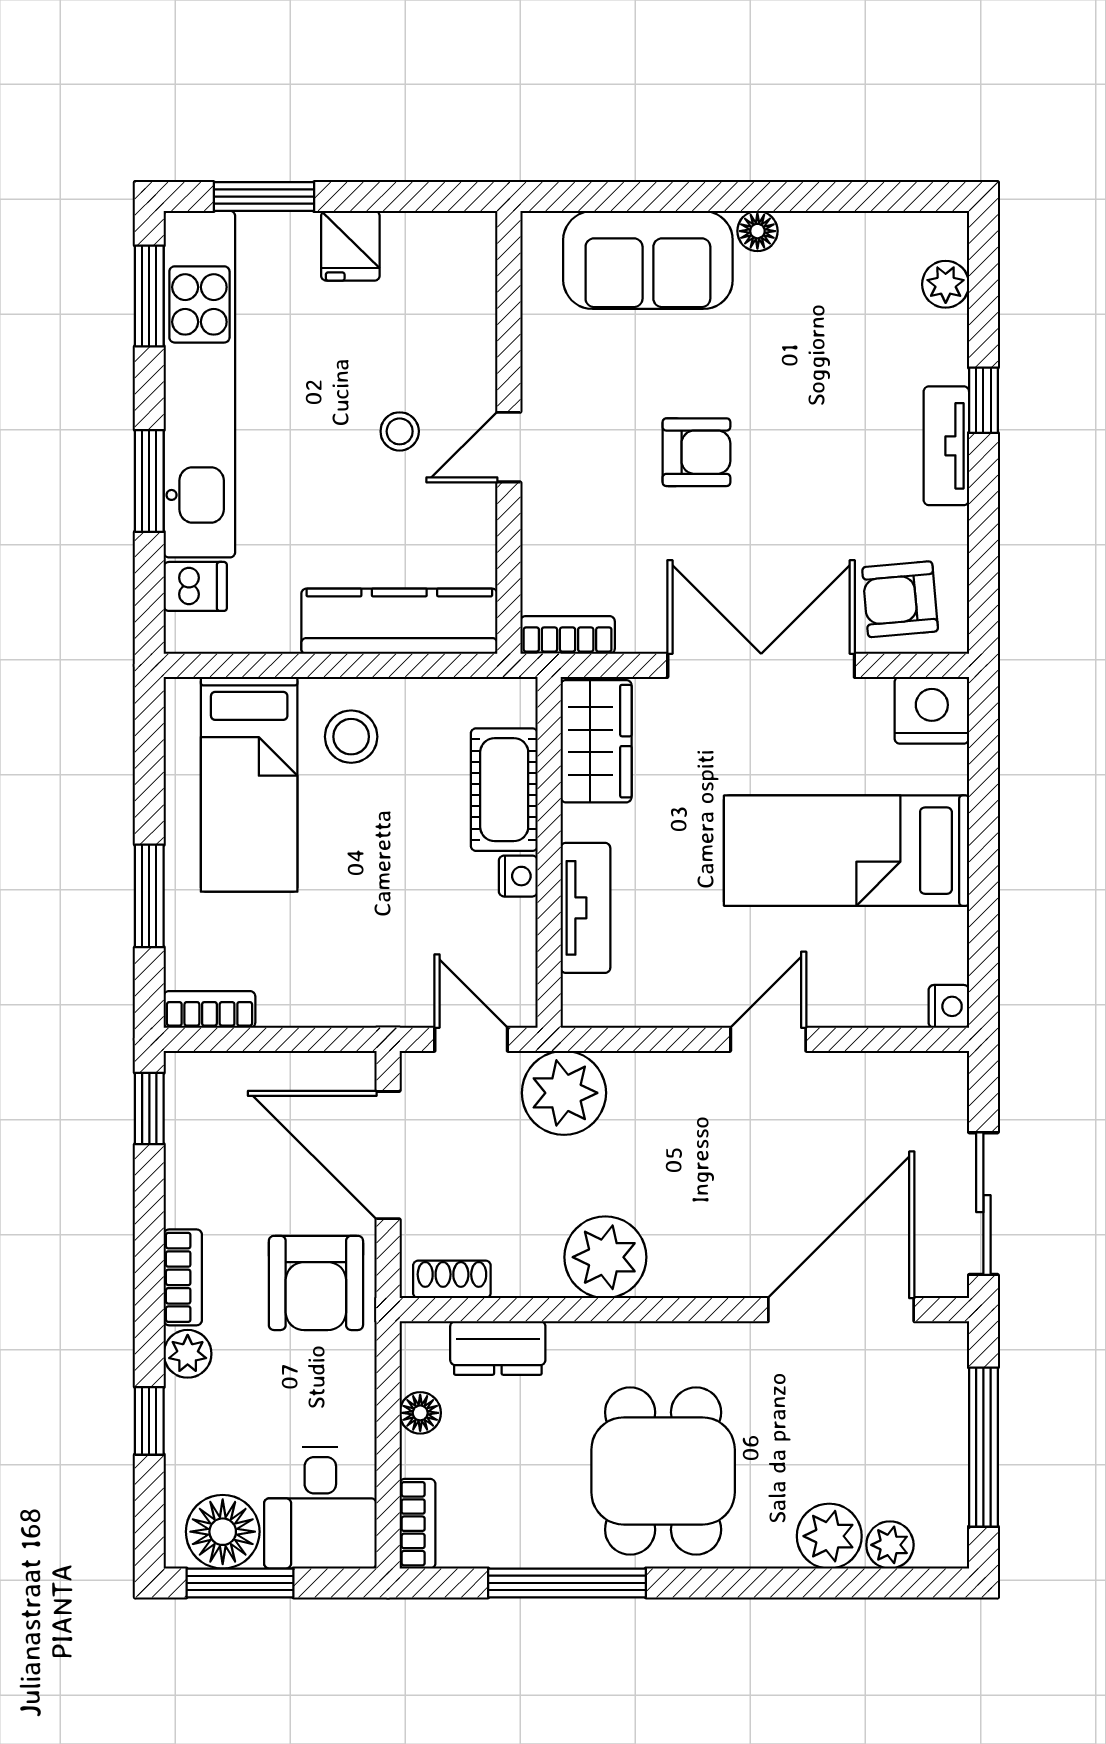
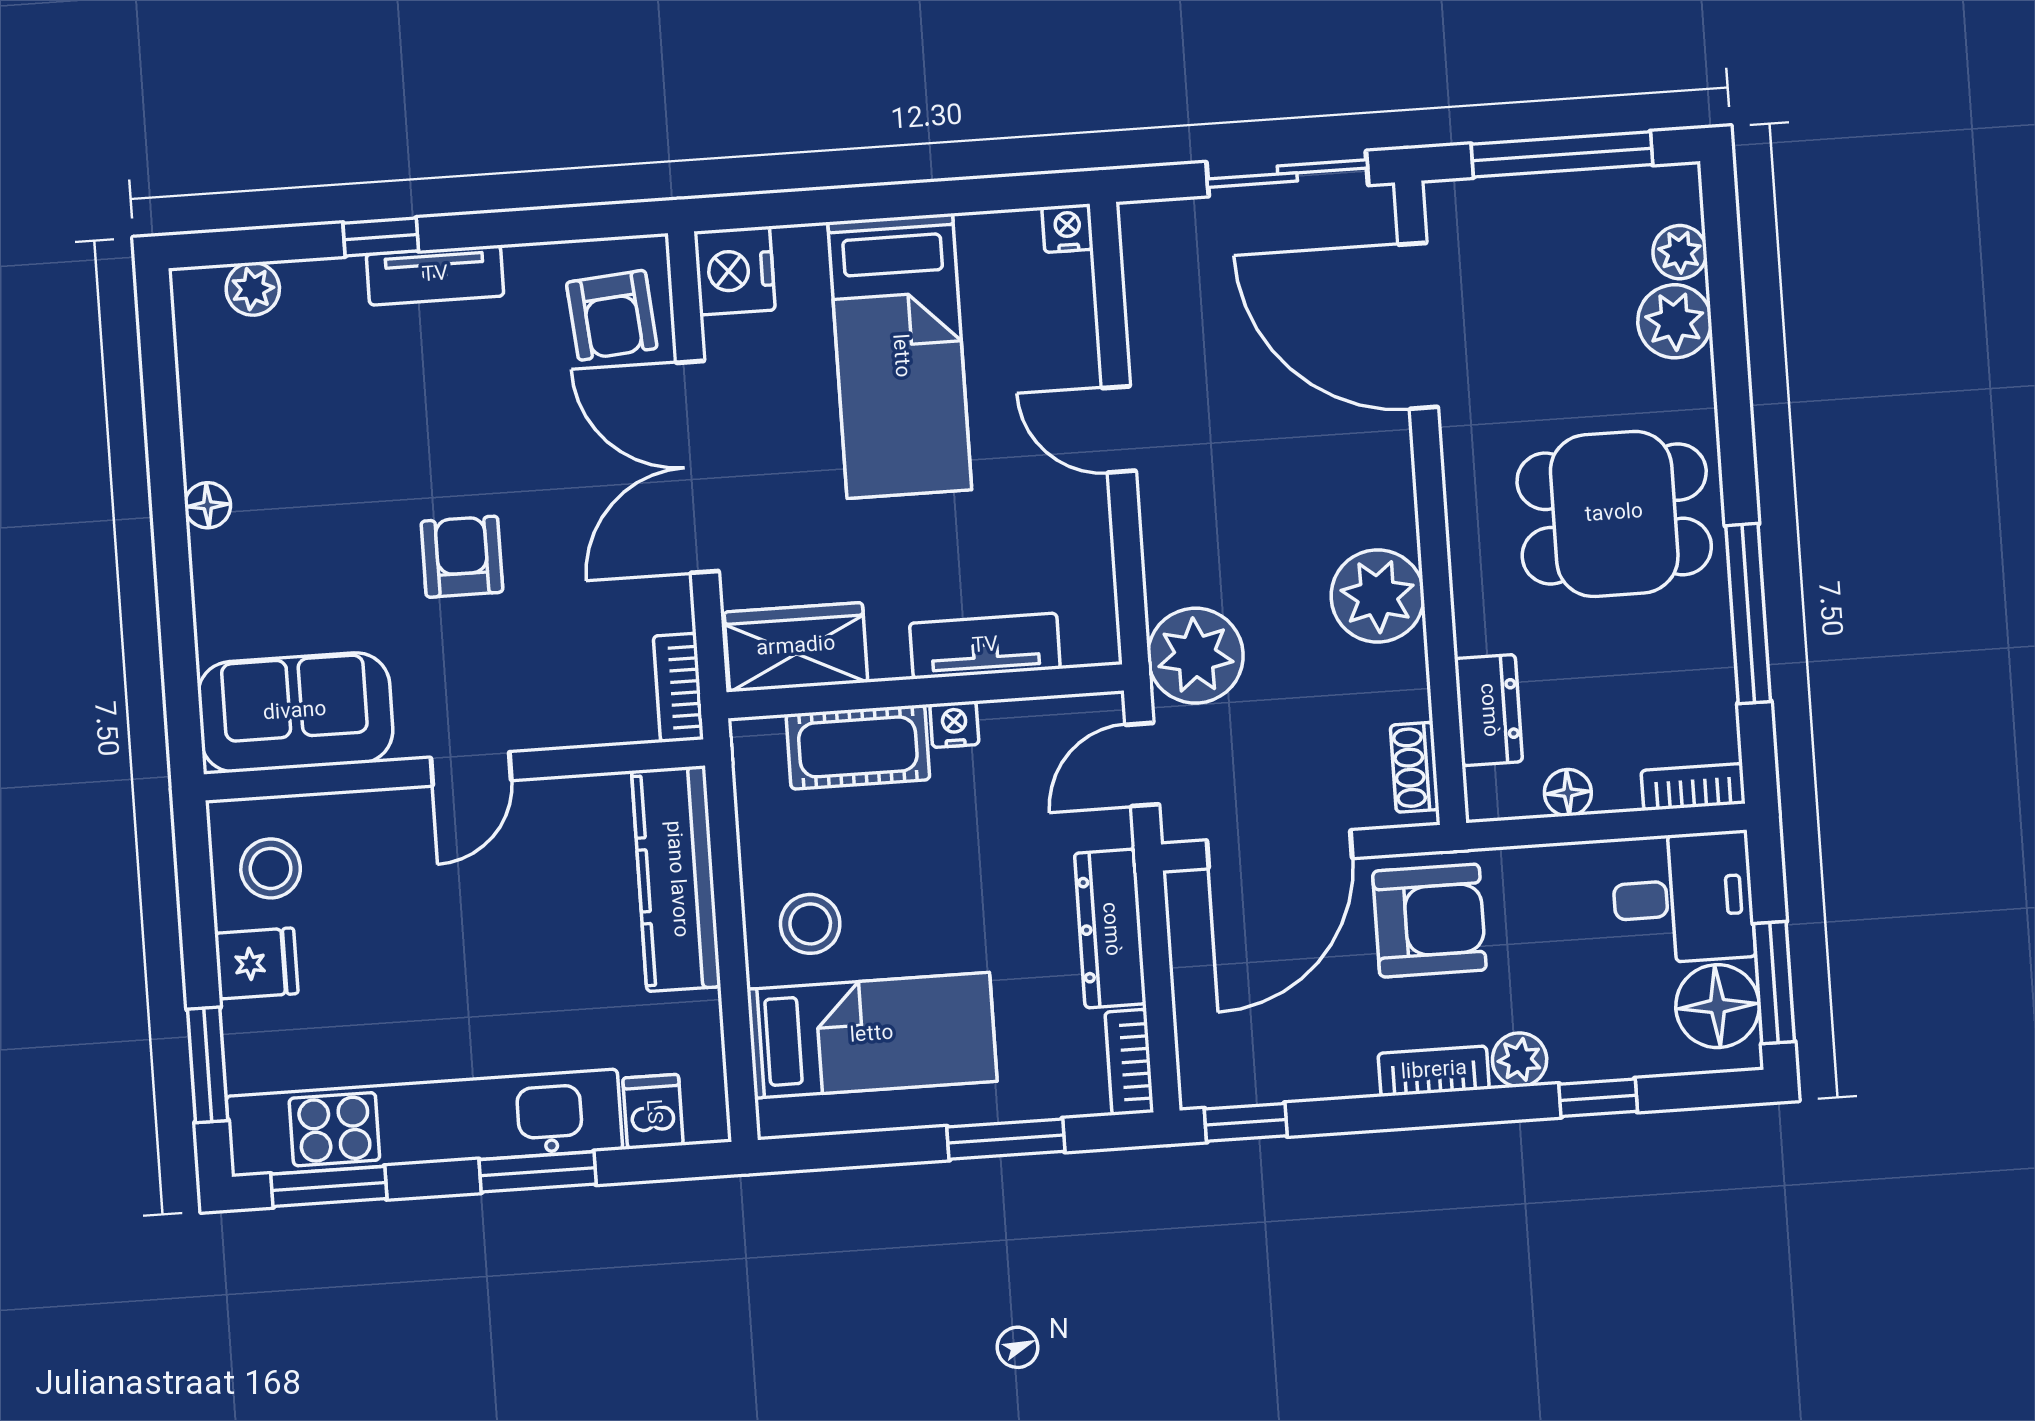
sofa: (648, 260) -> (295, 712), moved, turned -90
stool: (400, 431) -> (271, 868), moved, width x1.37, depth x1.37
door: (509, 447) -> (471, 769), hinge flipped
dresser: (329, 1001) -> (1110, 929), added

